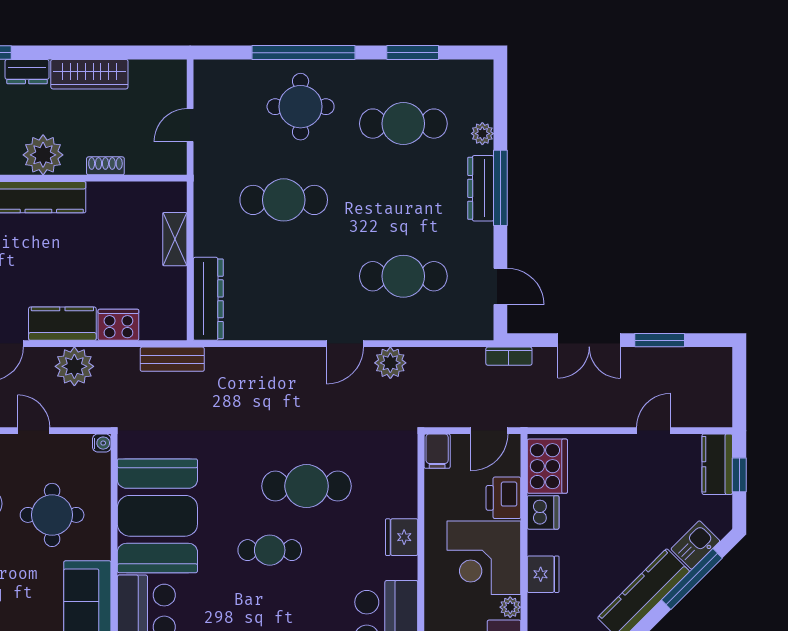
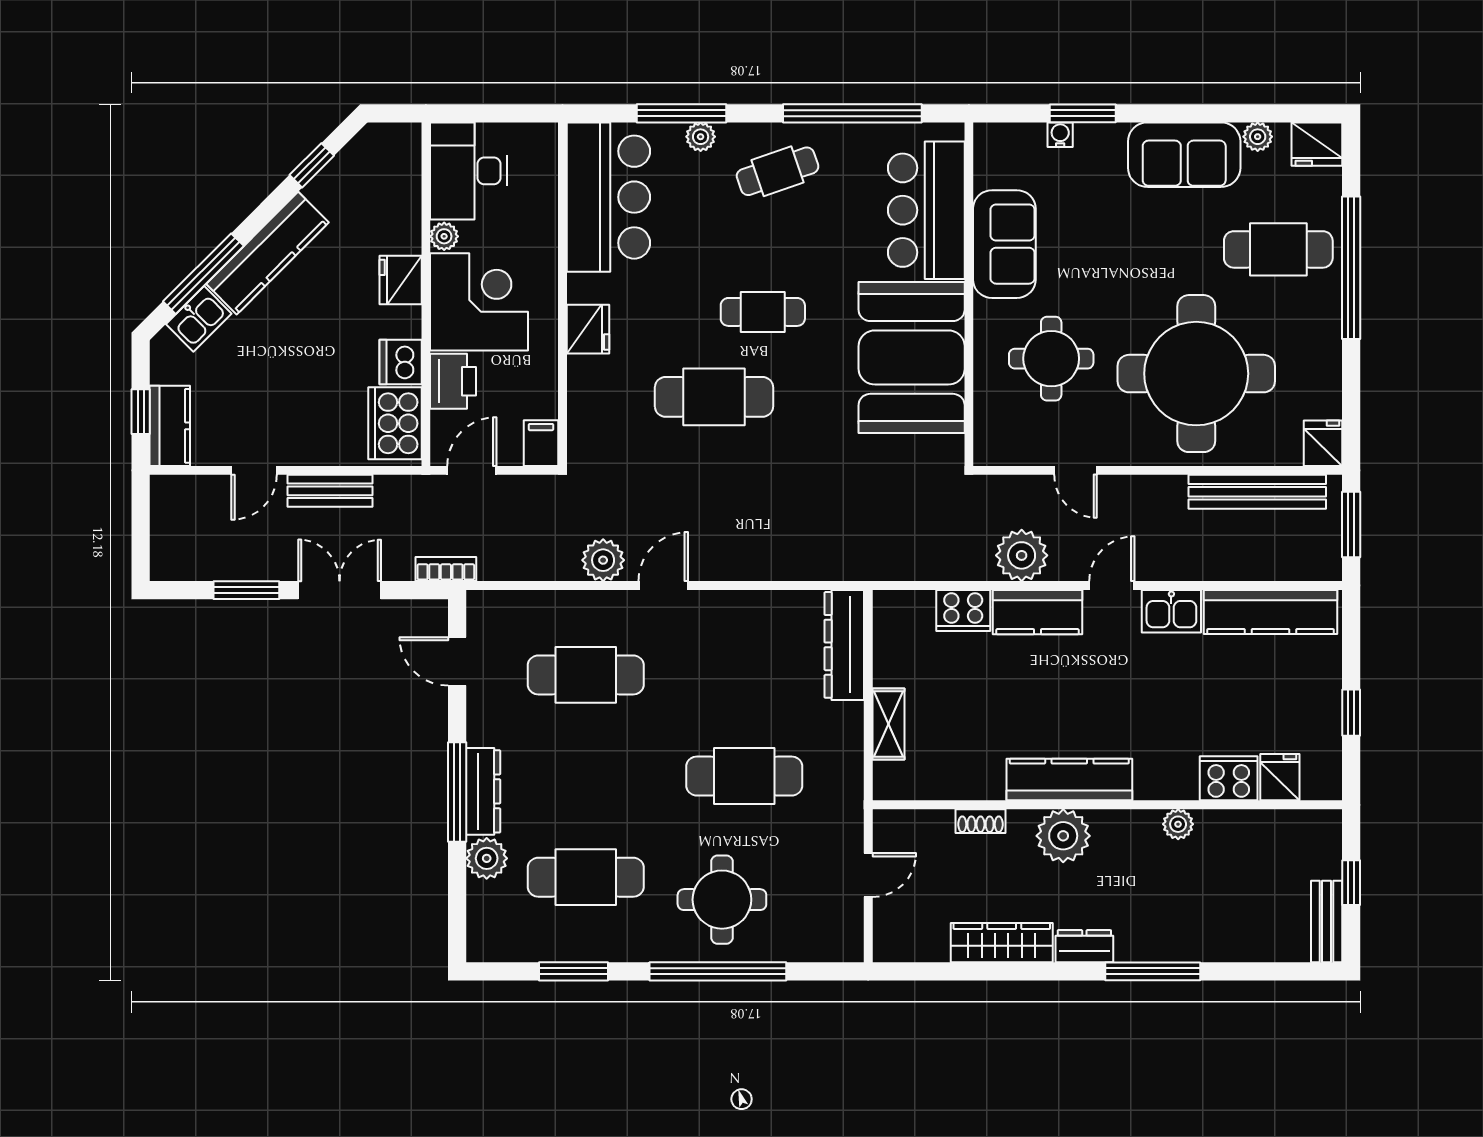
plant: (482, 134) -> (487, 858), width x1.38, depth x1.38
bench: (172, 359) -> (330, 491), moved
water cooler: (102, 443) -> (985, 454), removed

